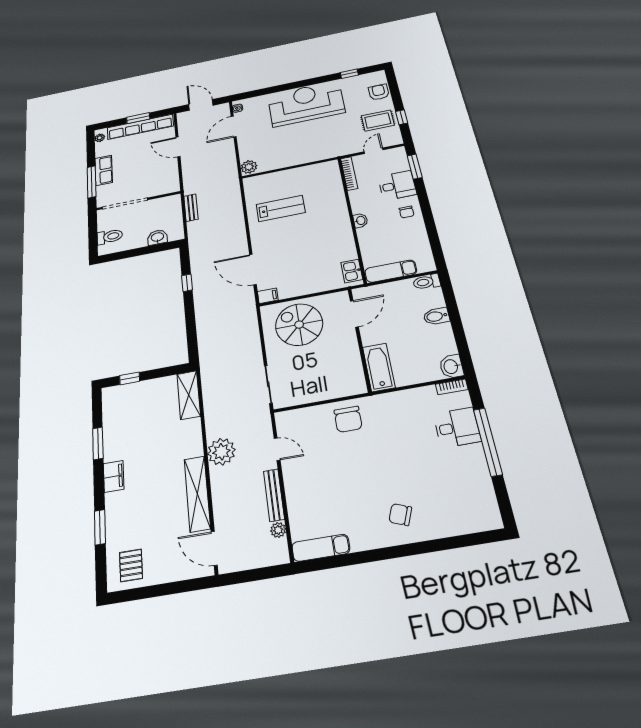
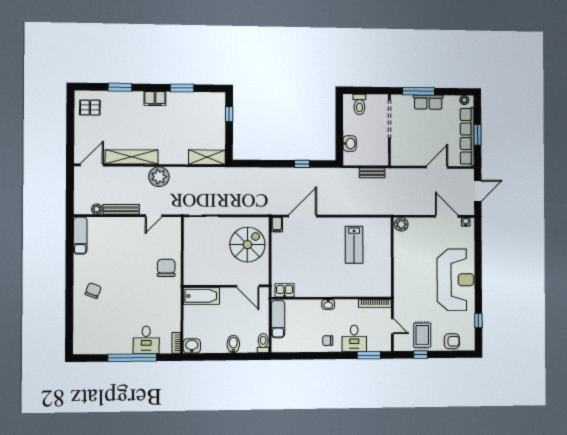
chair: (348, 419) -> (166, 268), turned 90

